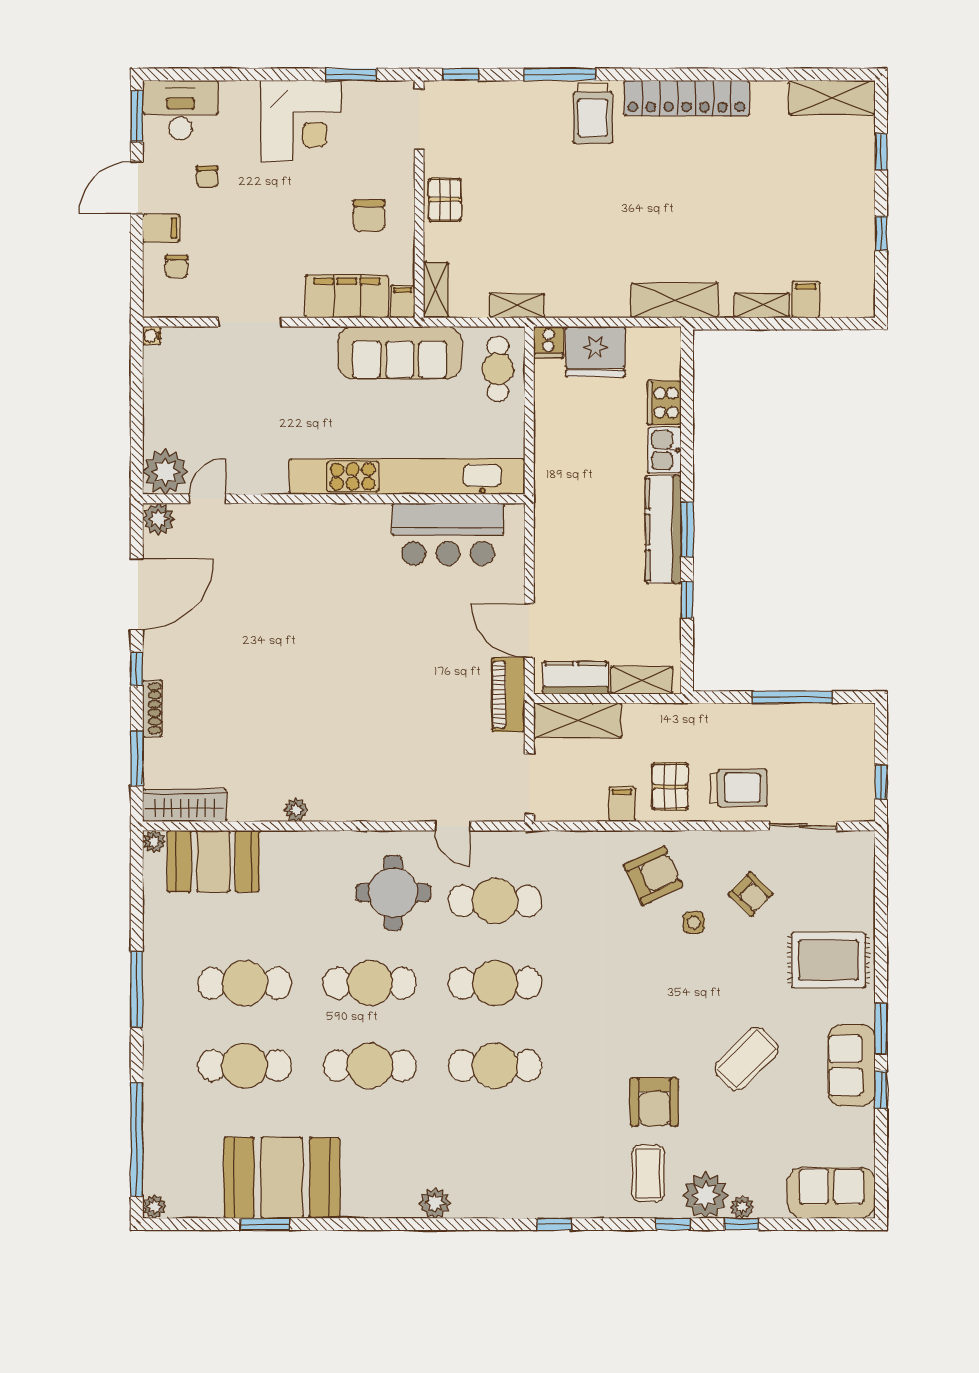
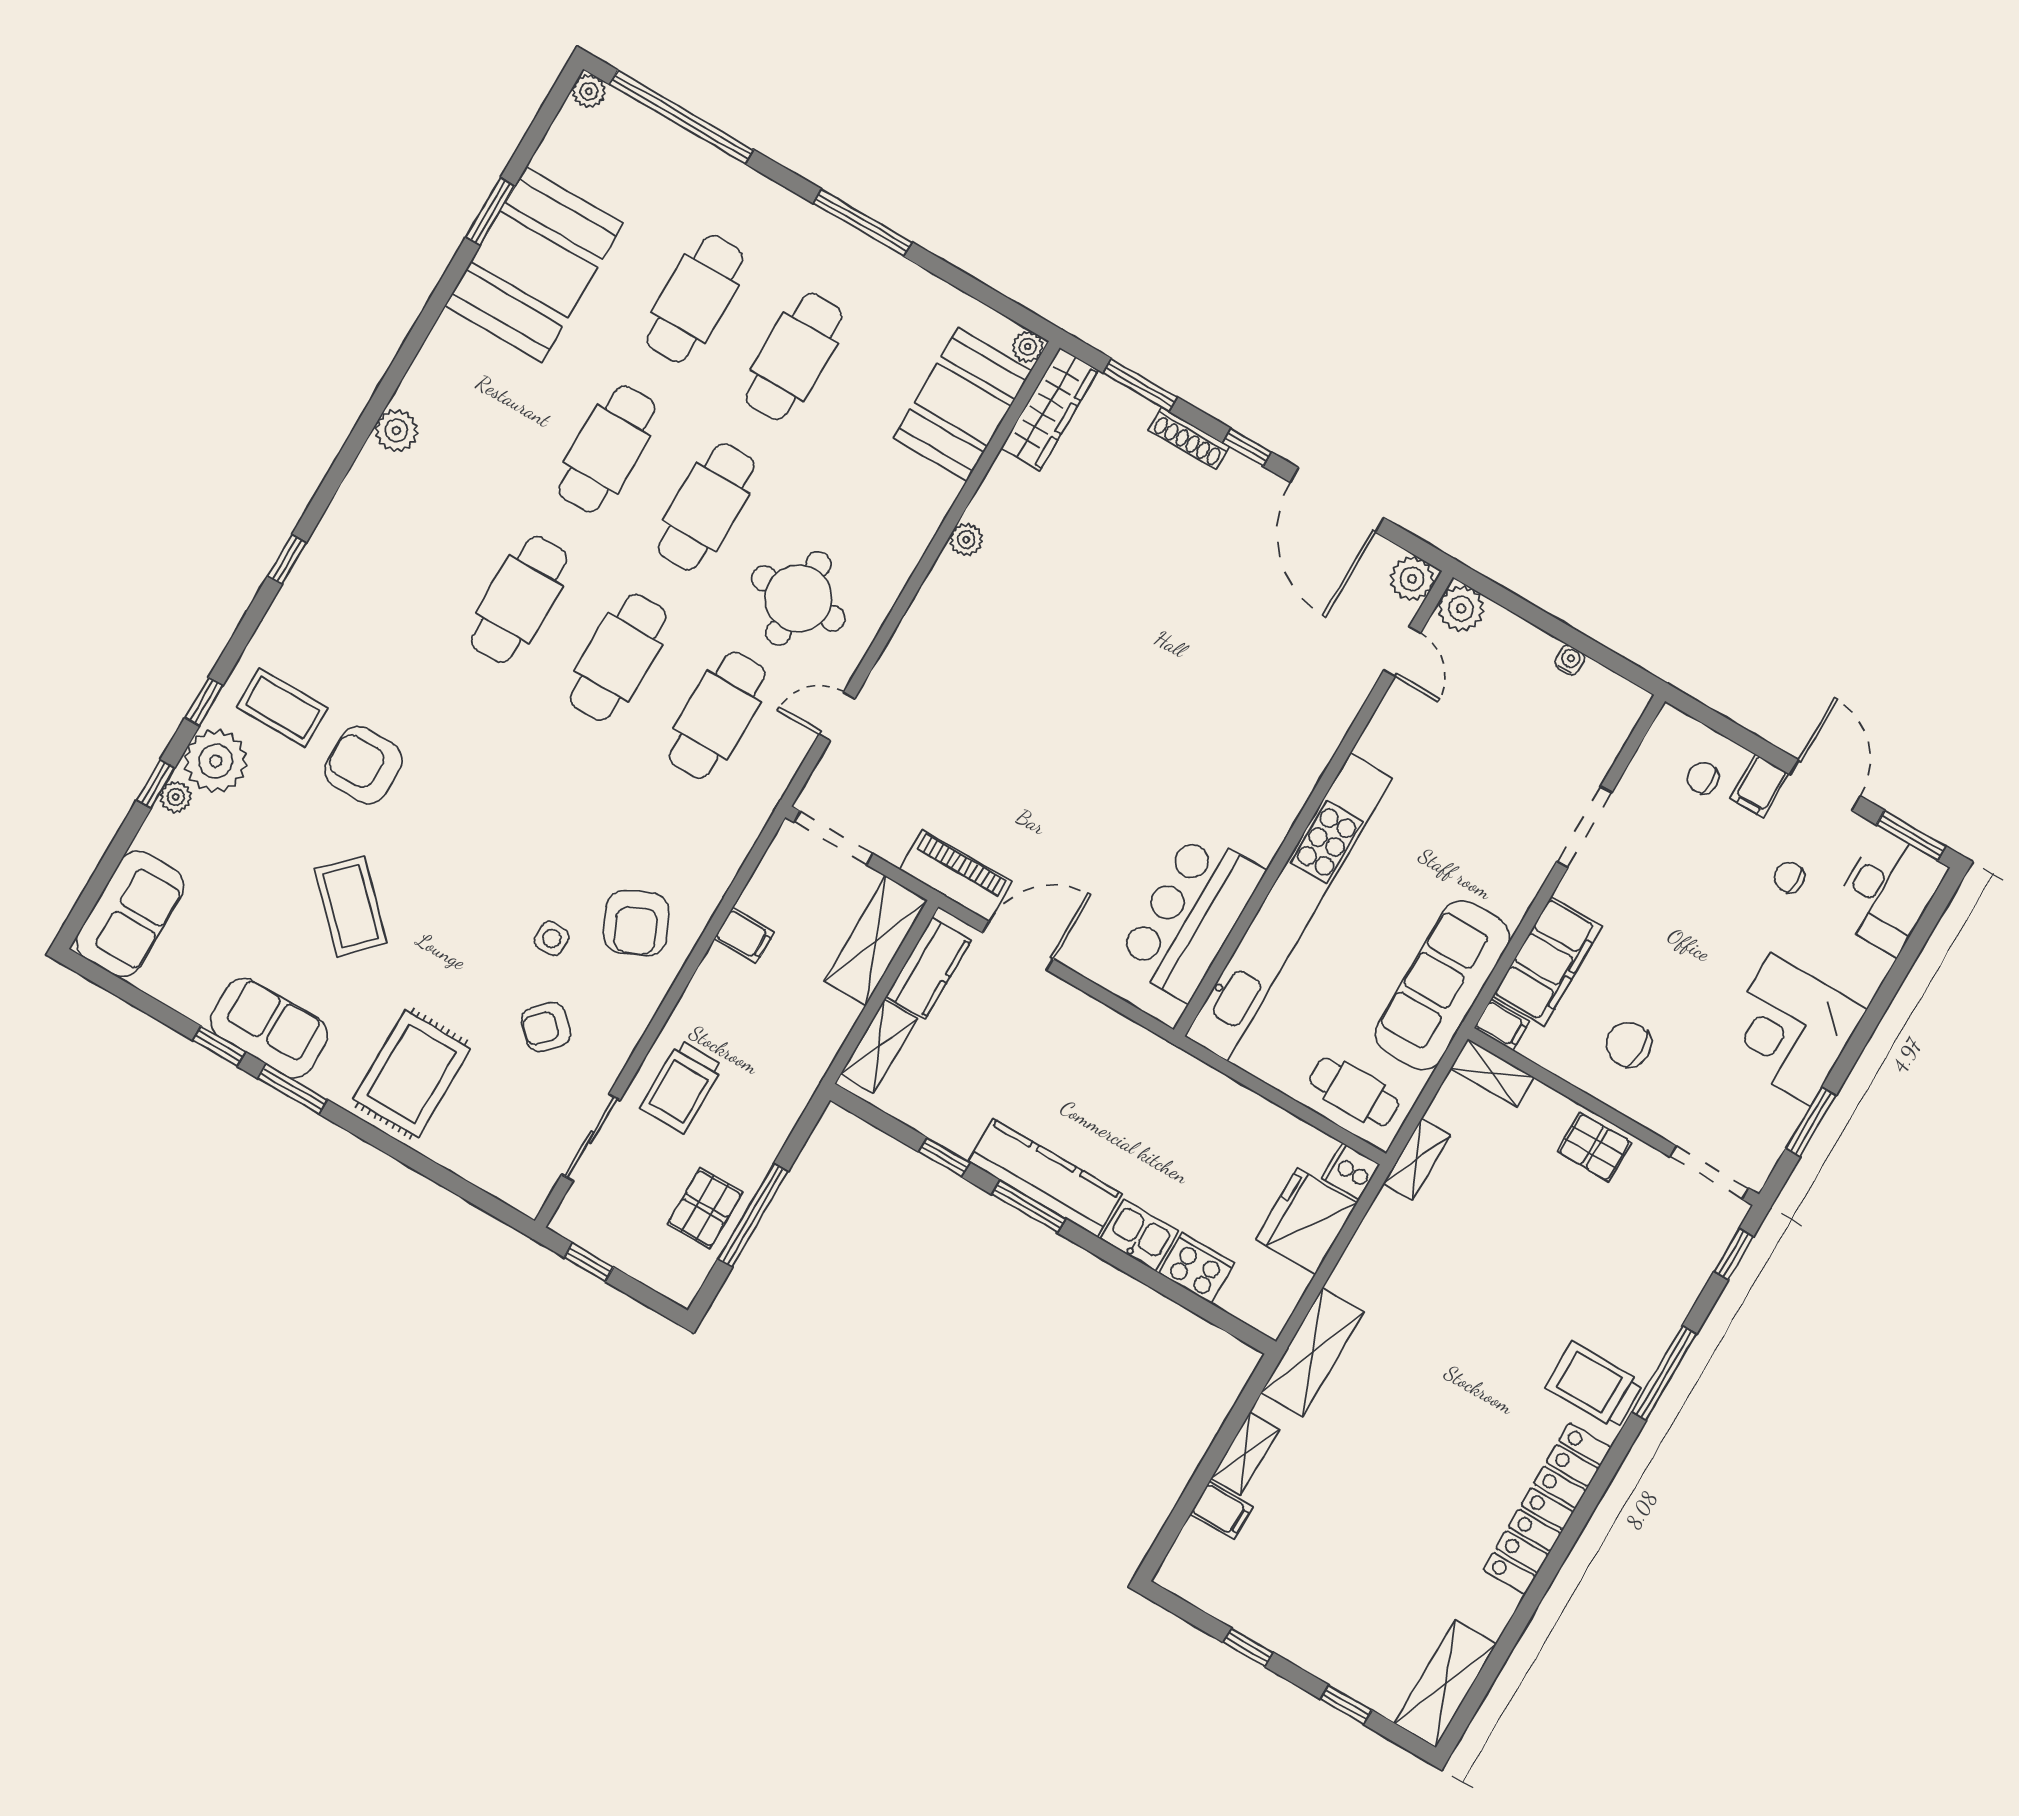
water cooler: (152, 336) -> (1570, 660), moved
plant: (165, 472) -> (1461, 609), width x0.73, depth x0.73
pallet: (670, 787) -> (705, 1208), moved, turned 90

